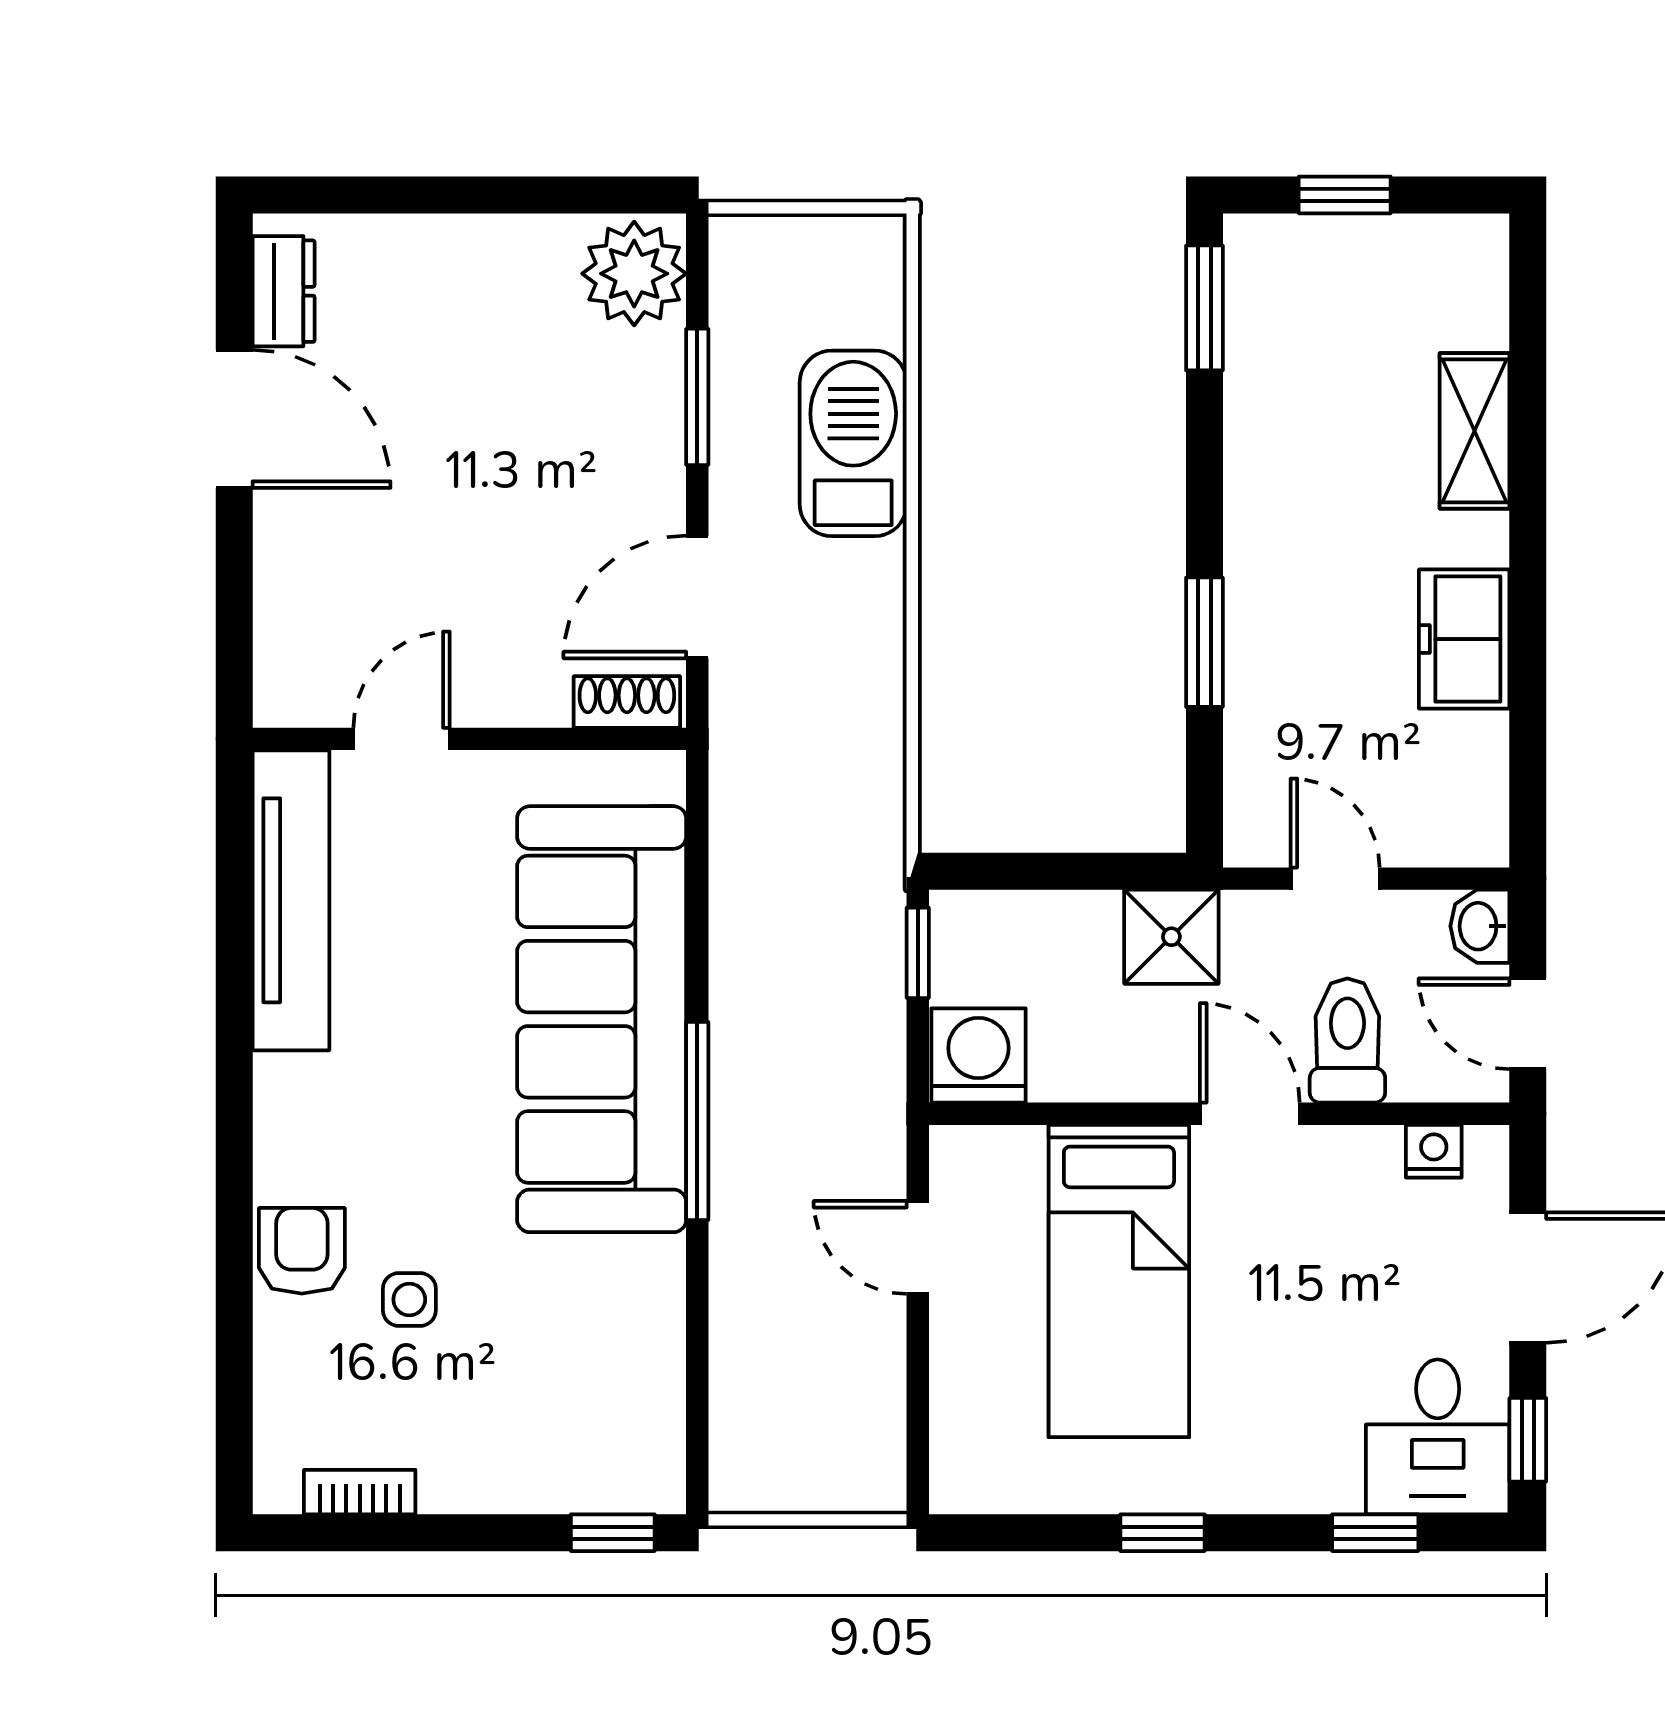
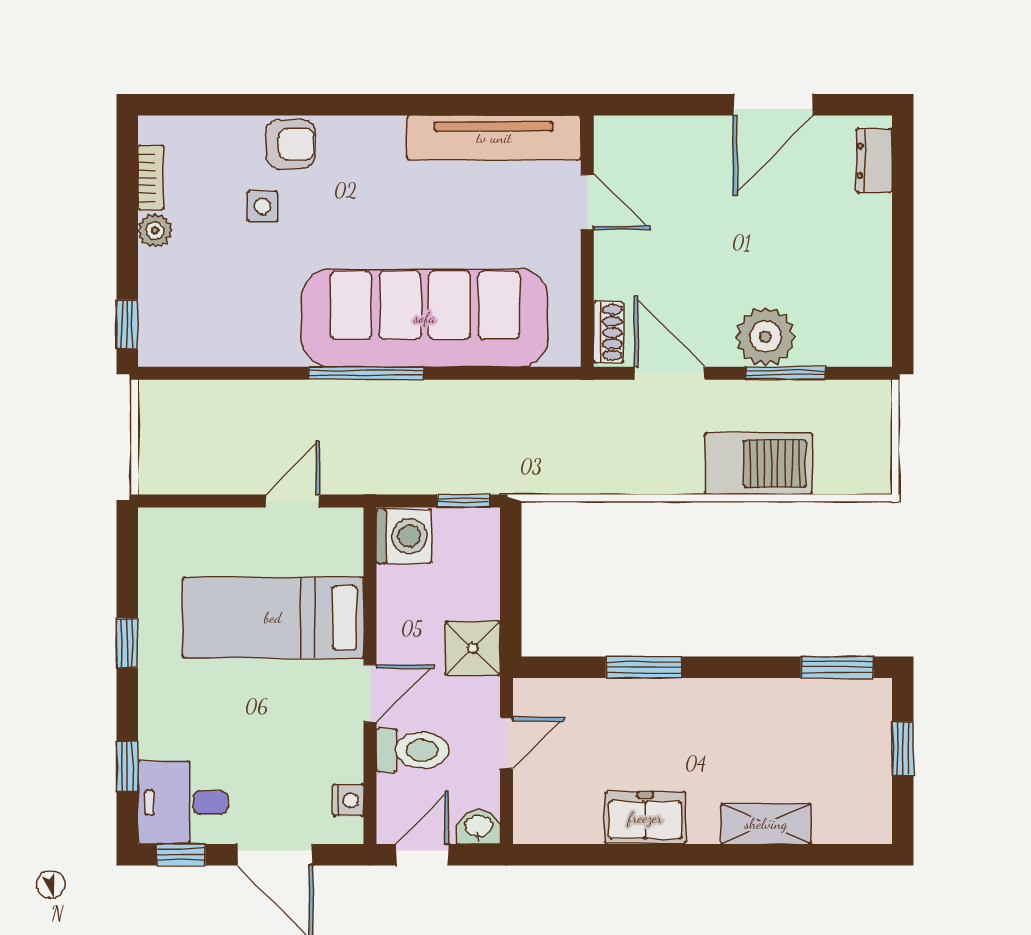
plant: (634, 274) -> (766, 337), moved
dresser: (284, 291) -> (874, 161), moved, turned 90
plant: (451, 1485) -> (155, 231), added

